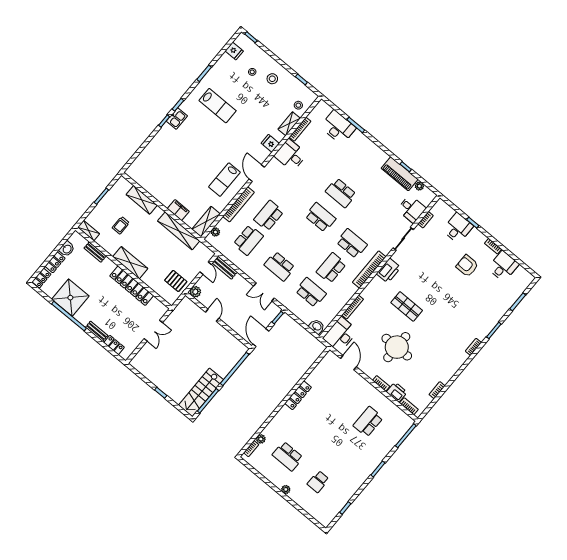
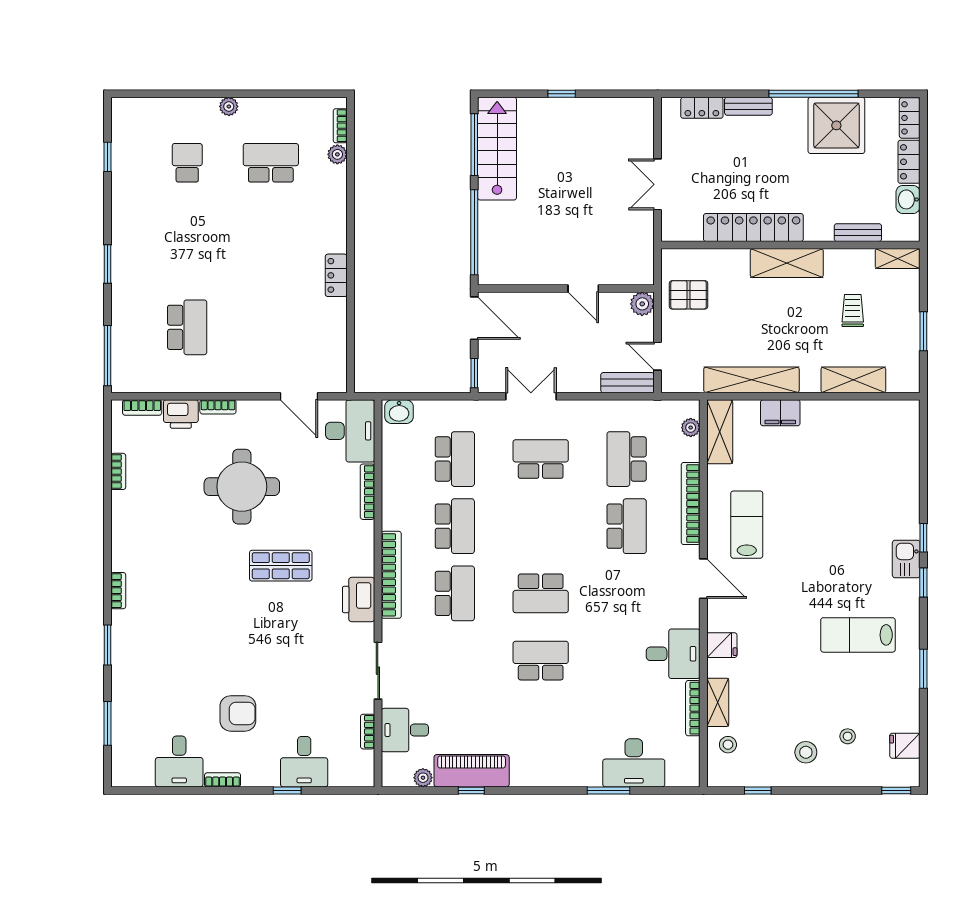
school desk: (352, 243) -> (455, 593), turned -90
school desk: (311, 292) -> (455, 459), turned -90
locker: (298, 395) -> (336, 275), width x0.66

